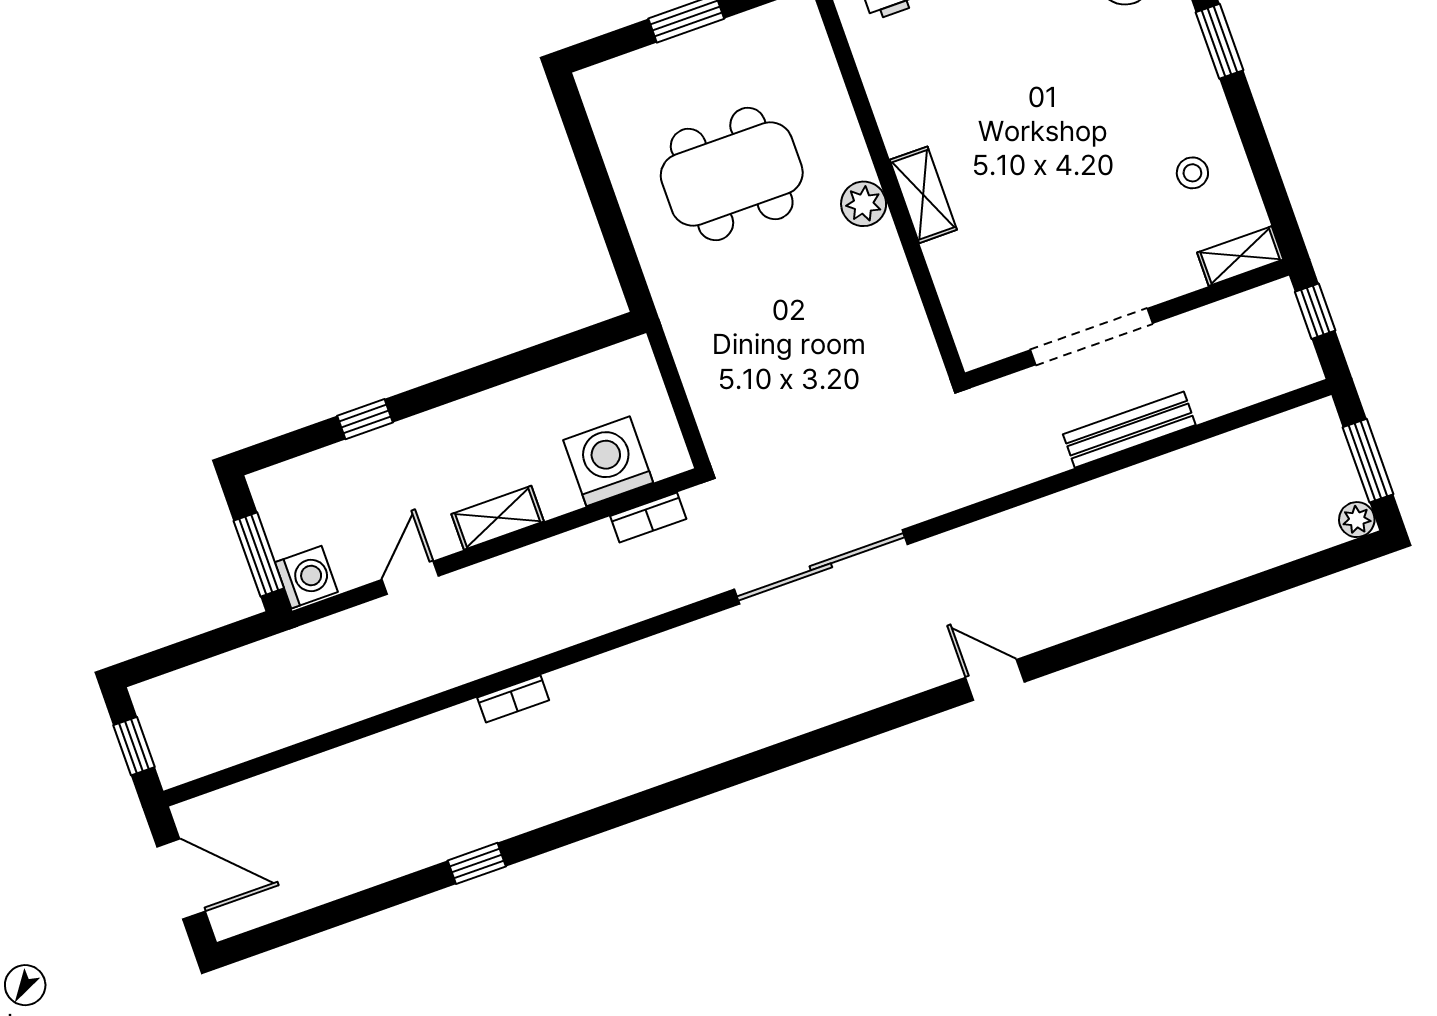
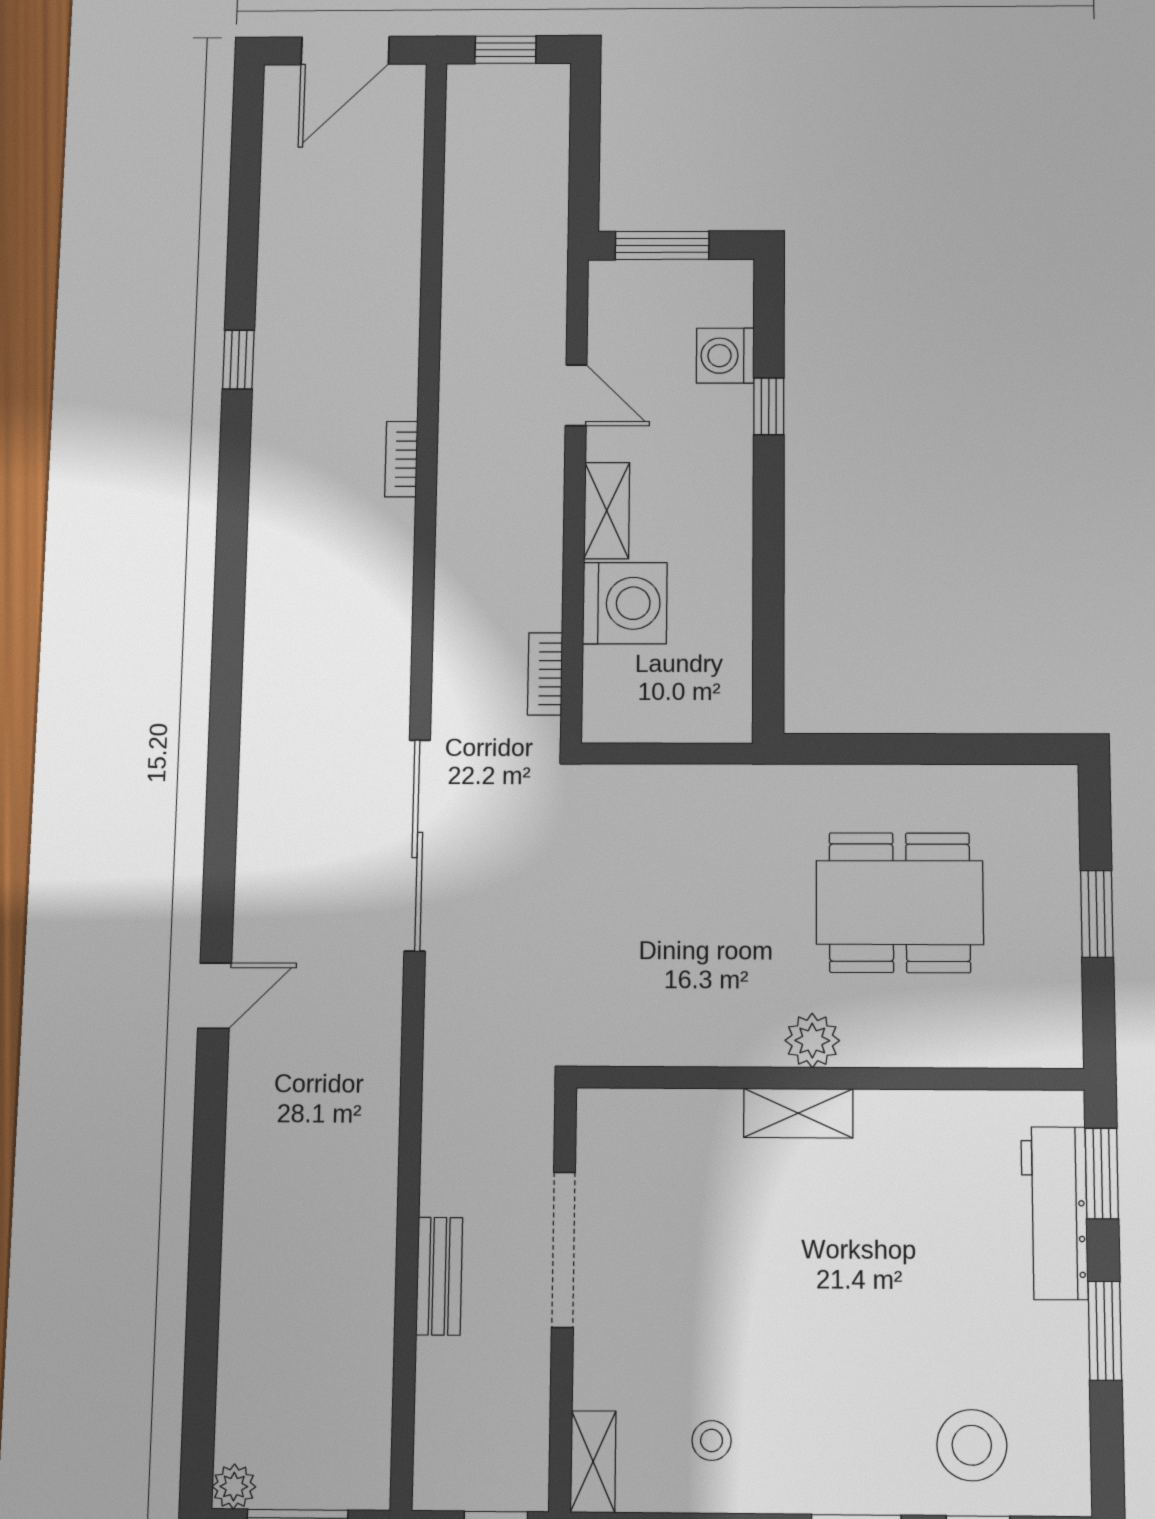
dining table: (732, 174) -> (900, 903), turned 90
bench: (1129, 430) -> (439, 1276), width x0.73
washing machine: (608, 461) -> (625, 603), moved
washing machine: (306, 577) -> (725, 356), moved, turned 90

